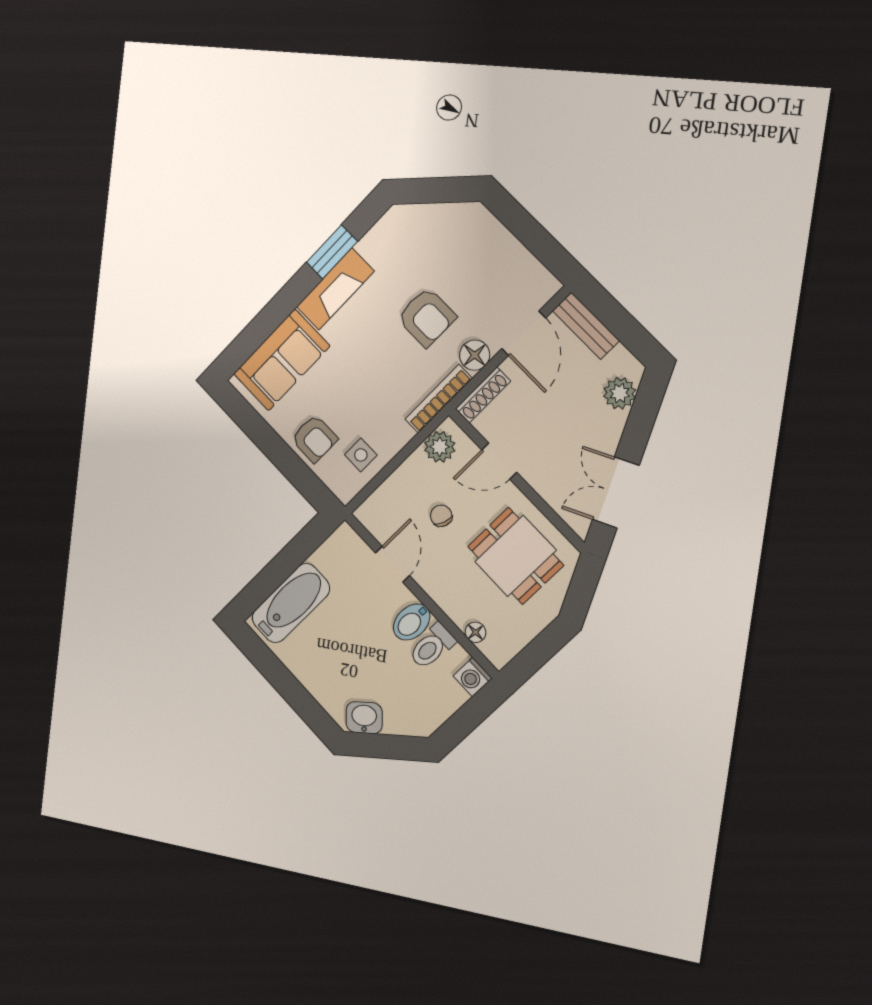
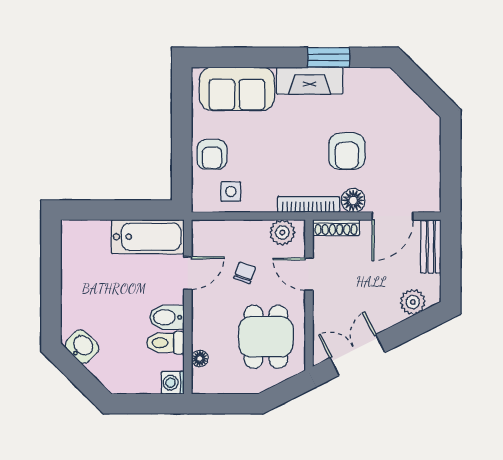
bathtub: (291, 603) -> (148, 237), moved

